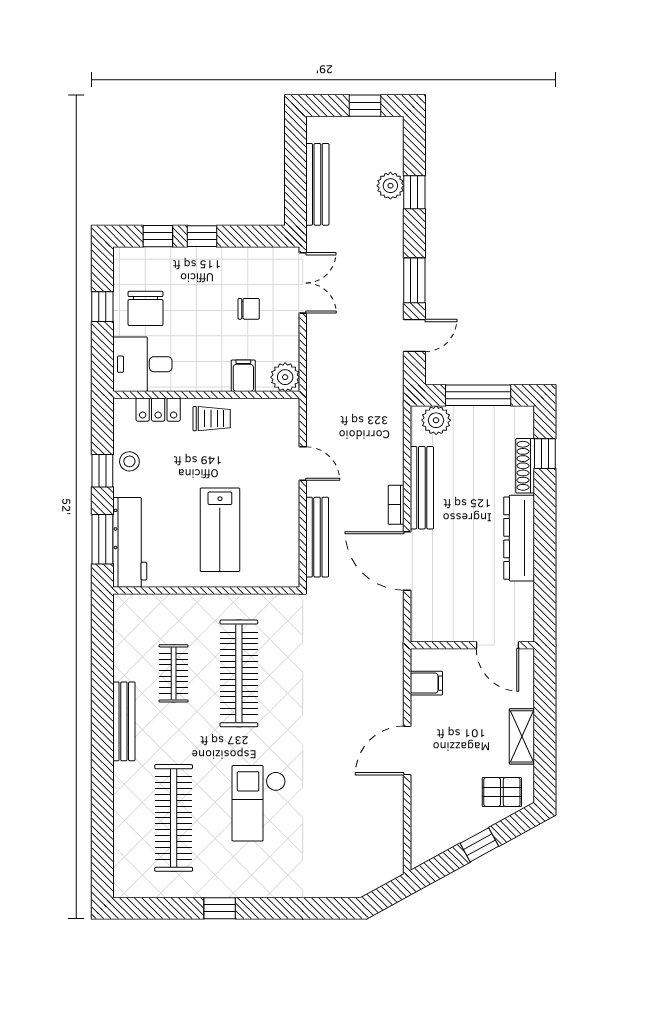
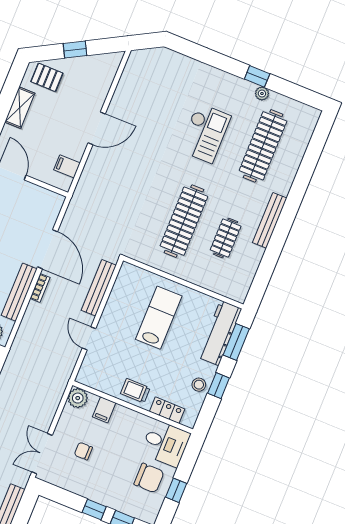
chair: (146, 308) -> (149, 478), turned 90
plant: (204, 888) -> (262, 93), added

